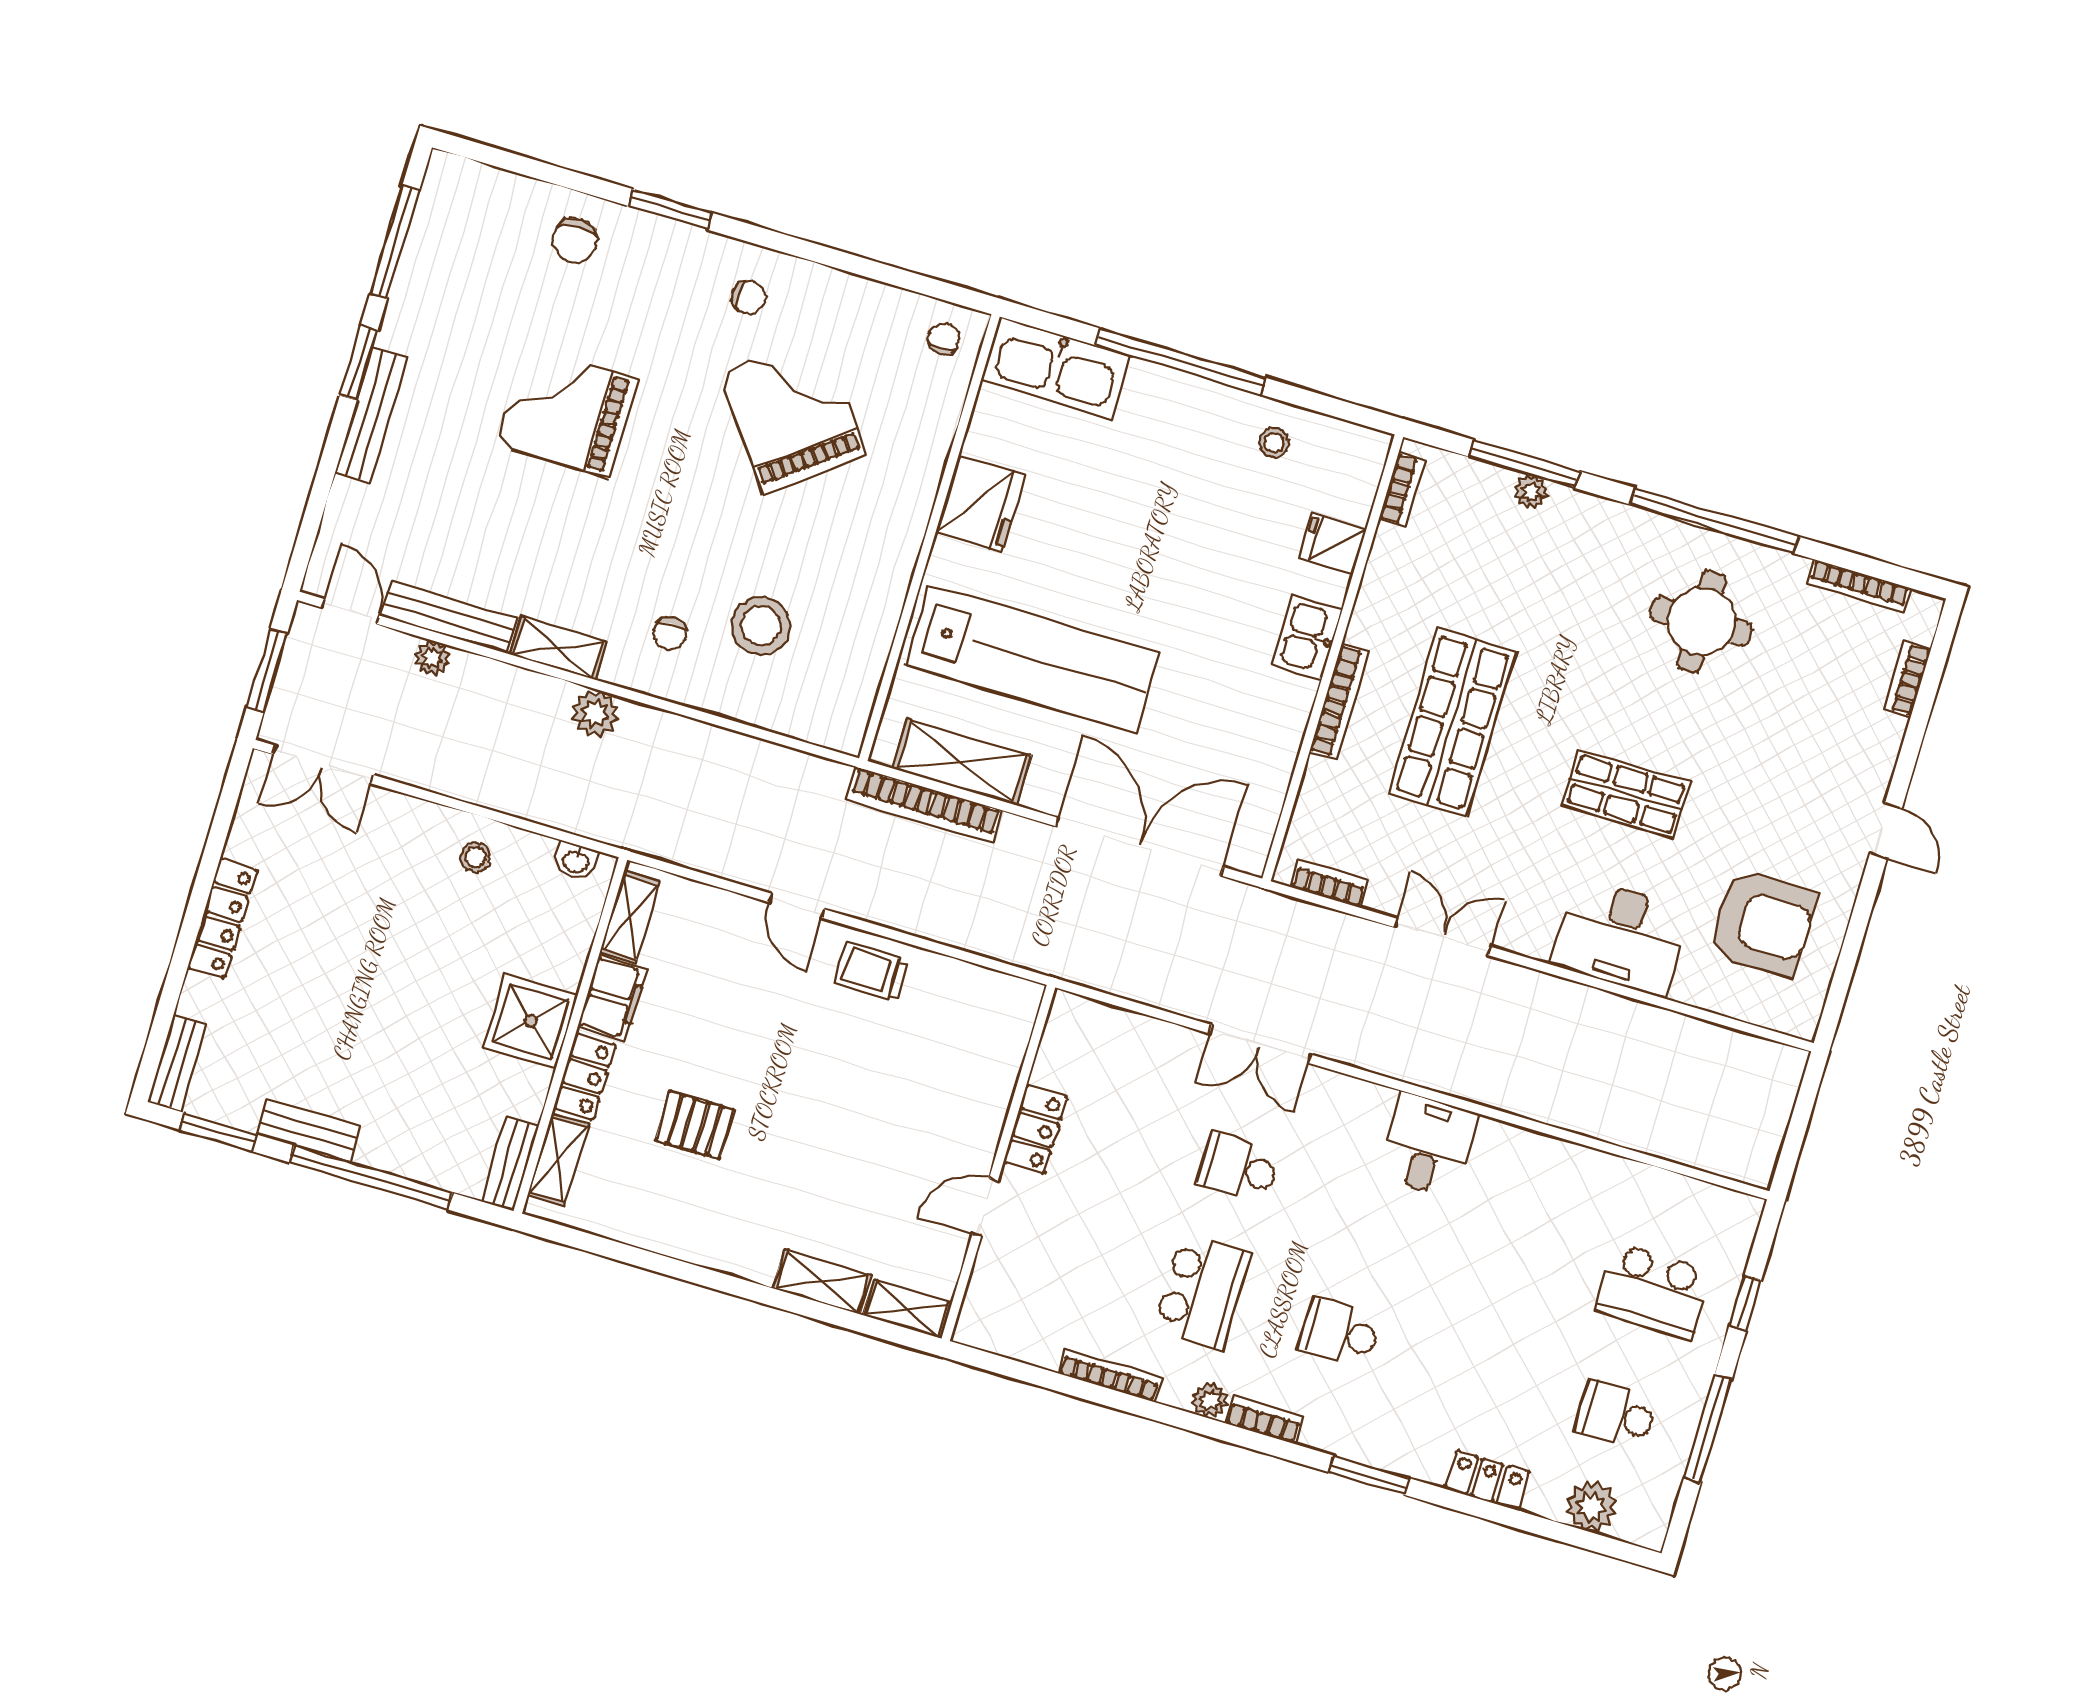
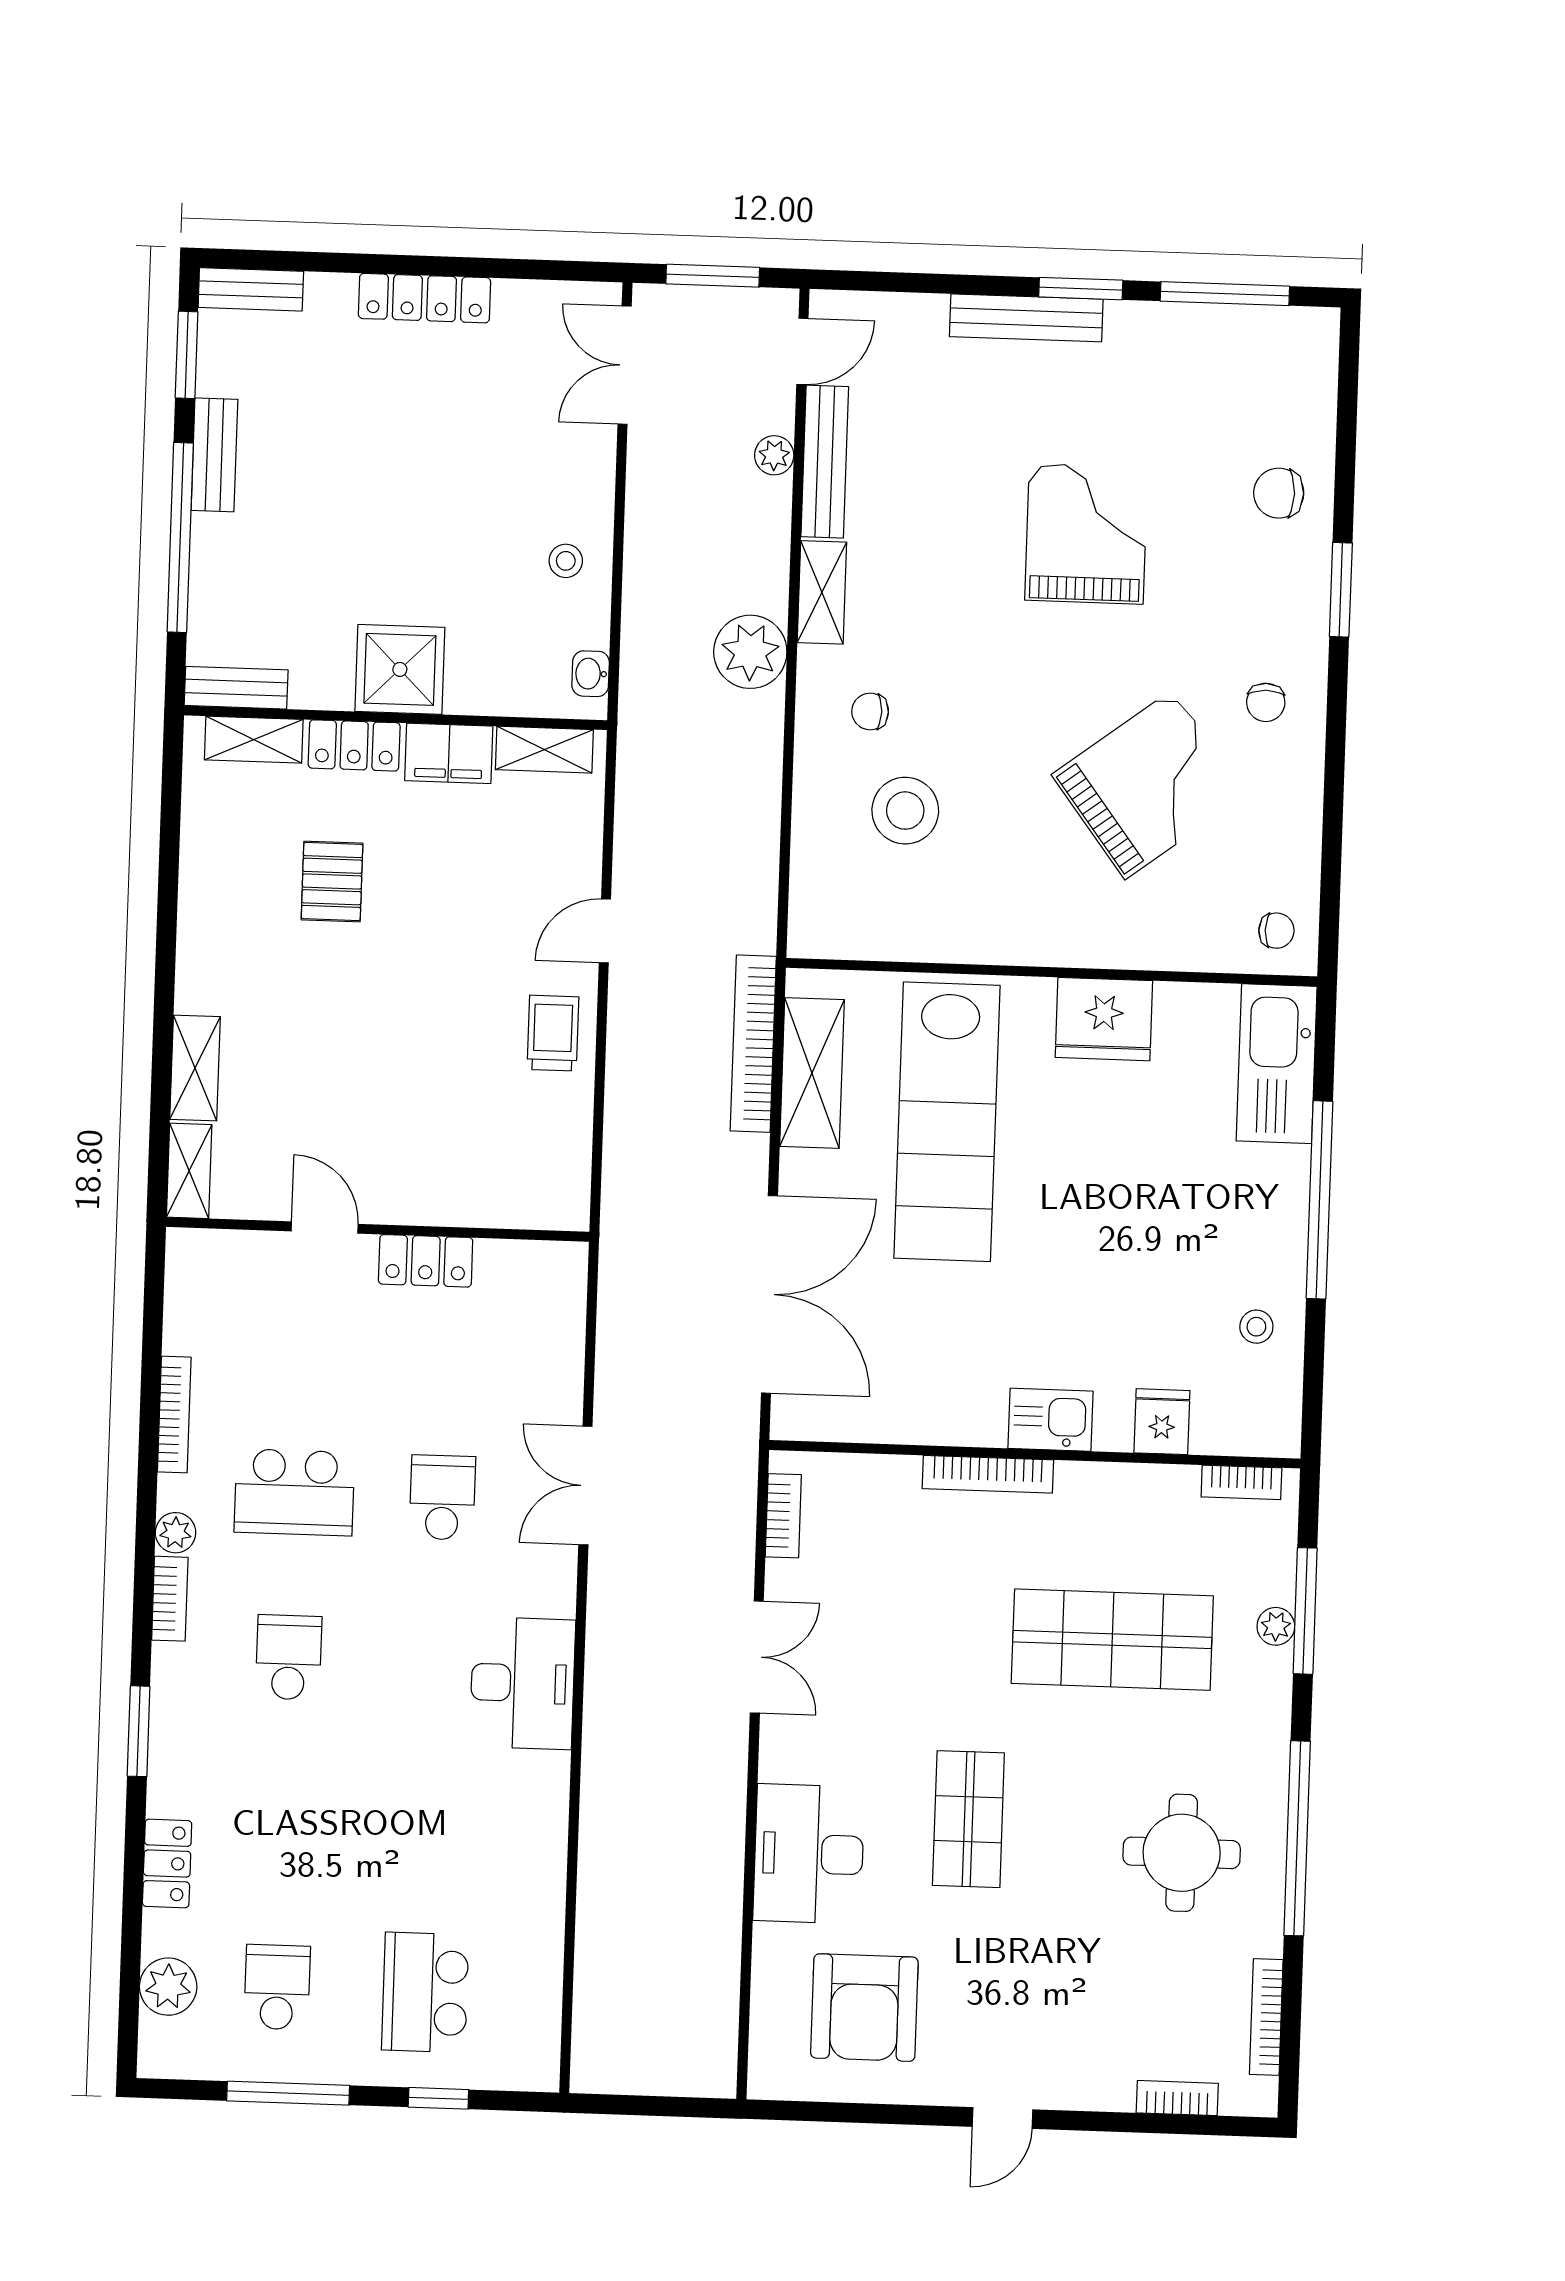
plant: (595, 713) -> (750, 652), width x1.36, depth x1.36
shop shelf: (1452, 723) -> (1112, 1640), moved
desk: (1428, 1145) -> (523, 1683), width x1.37

